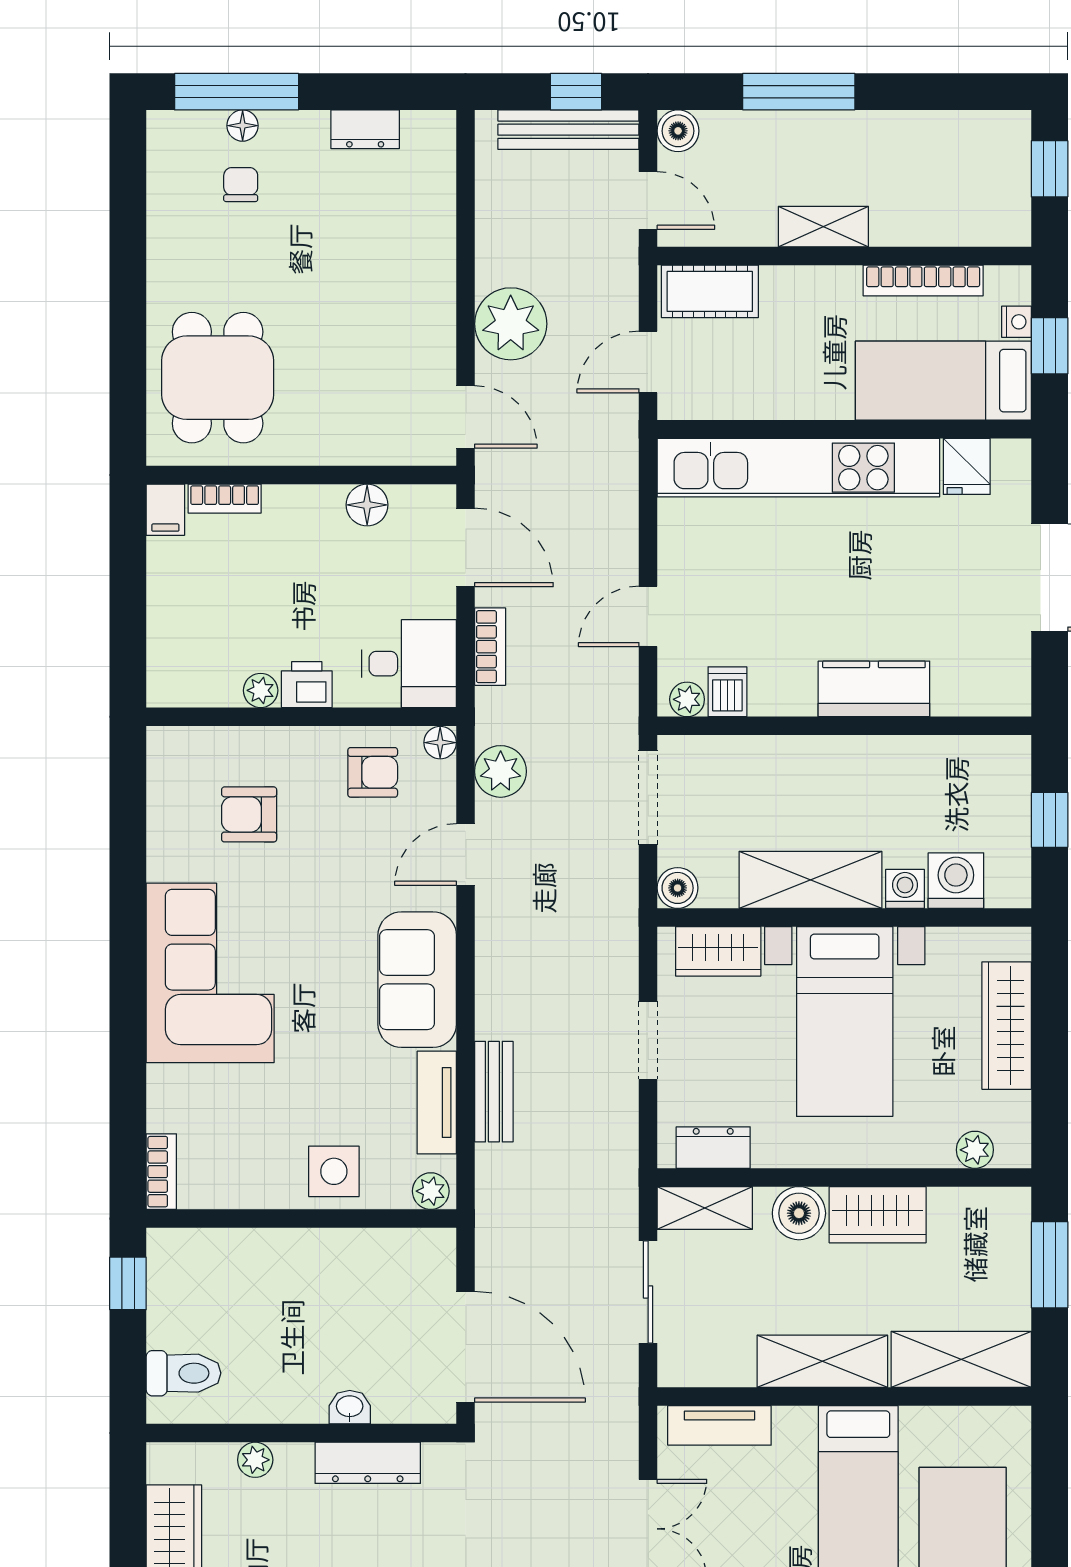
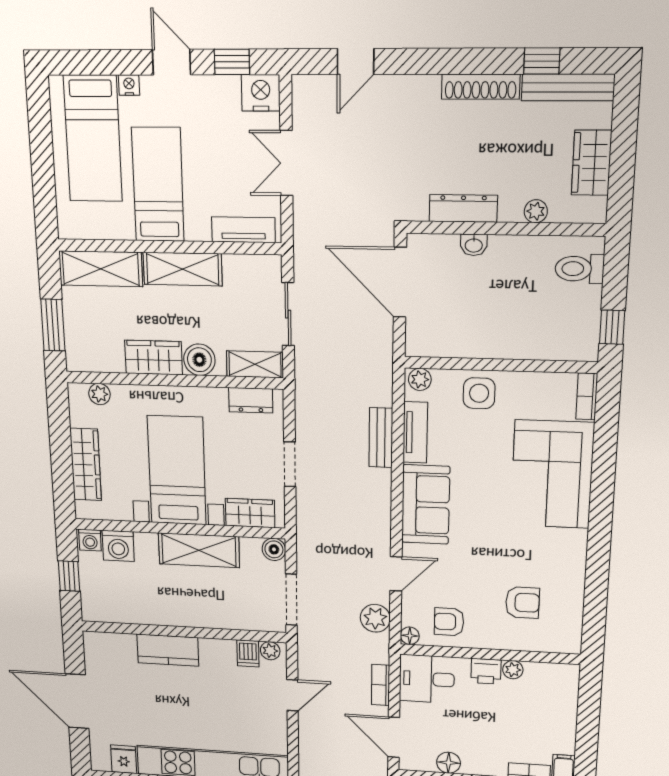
washing machine: (905, 889) -> (90, 540), moved
corner sofa: (210, 973) -> (552, 474), moved

